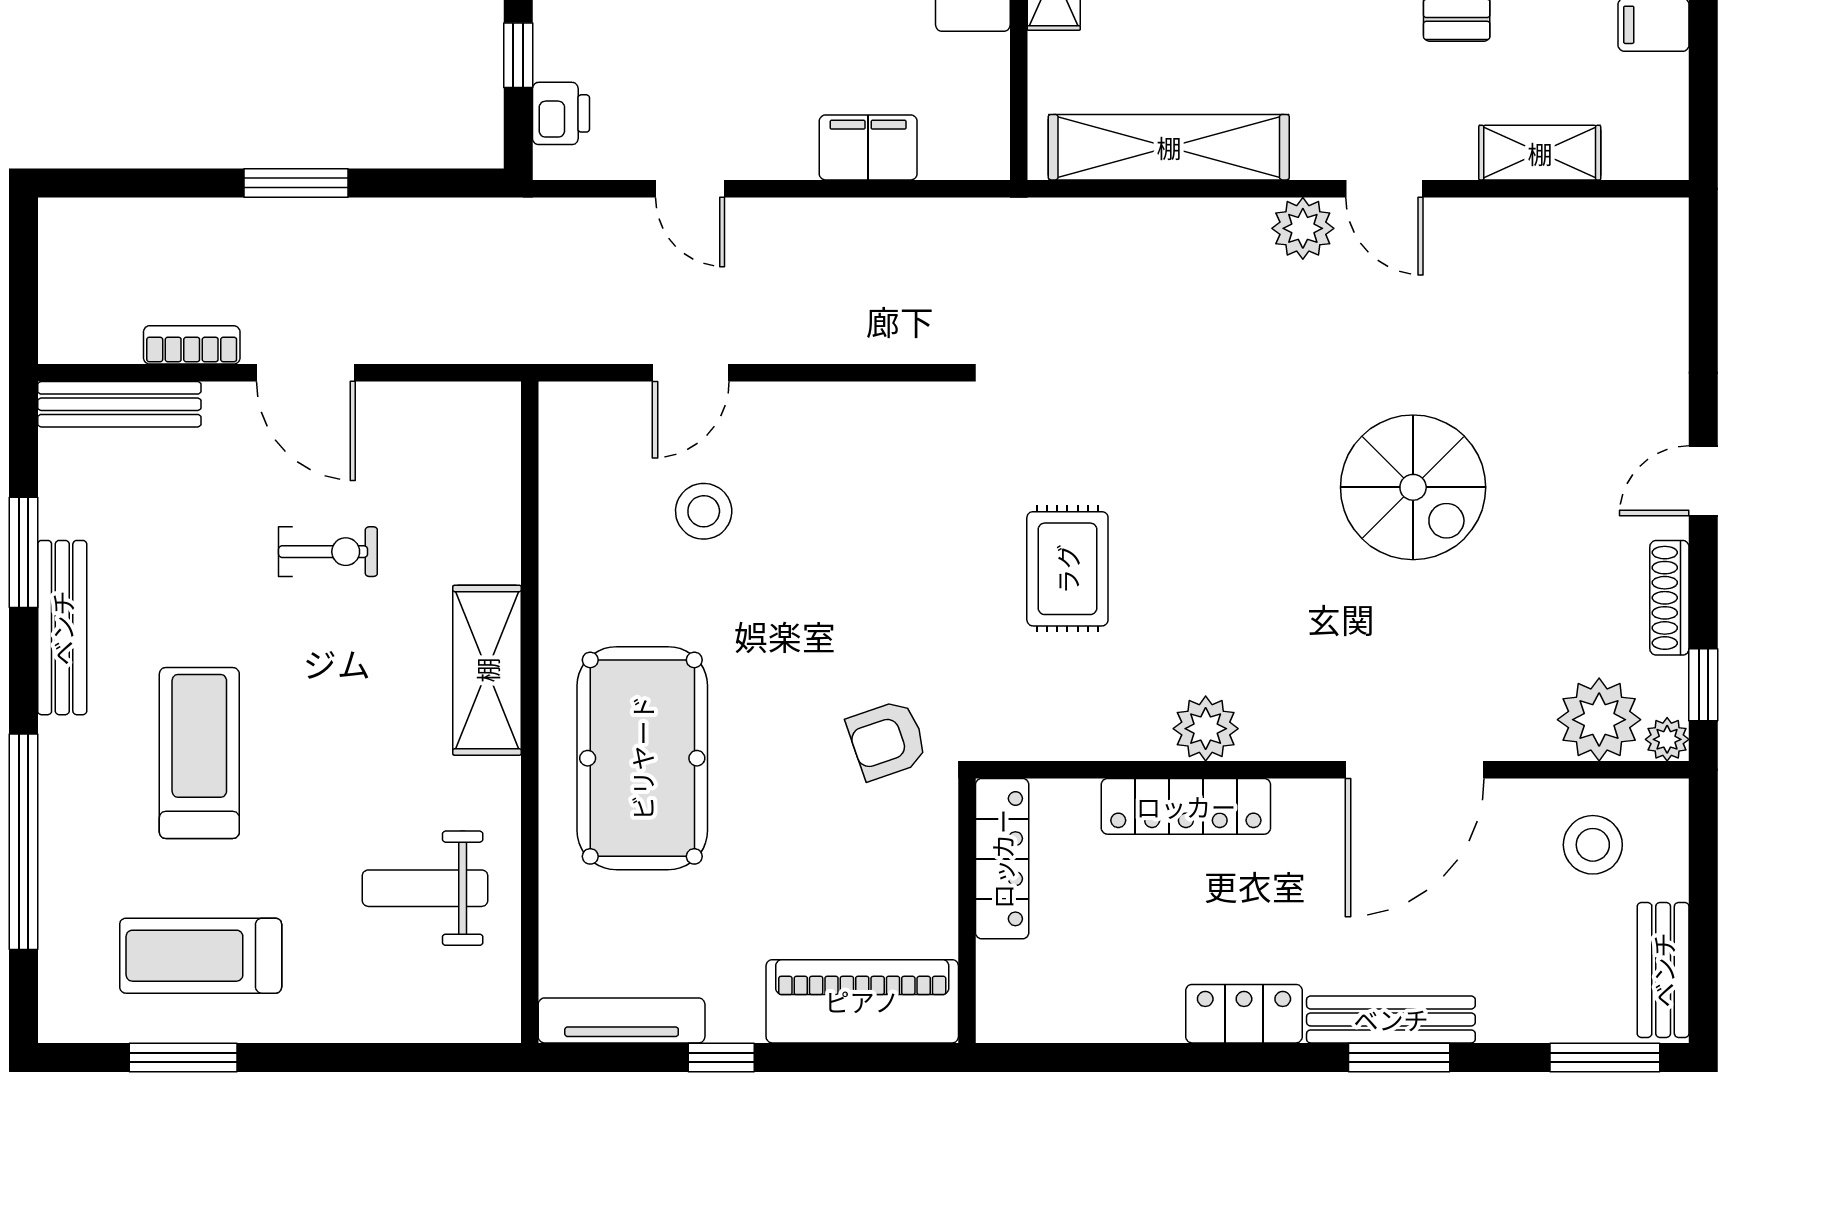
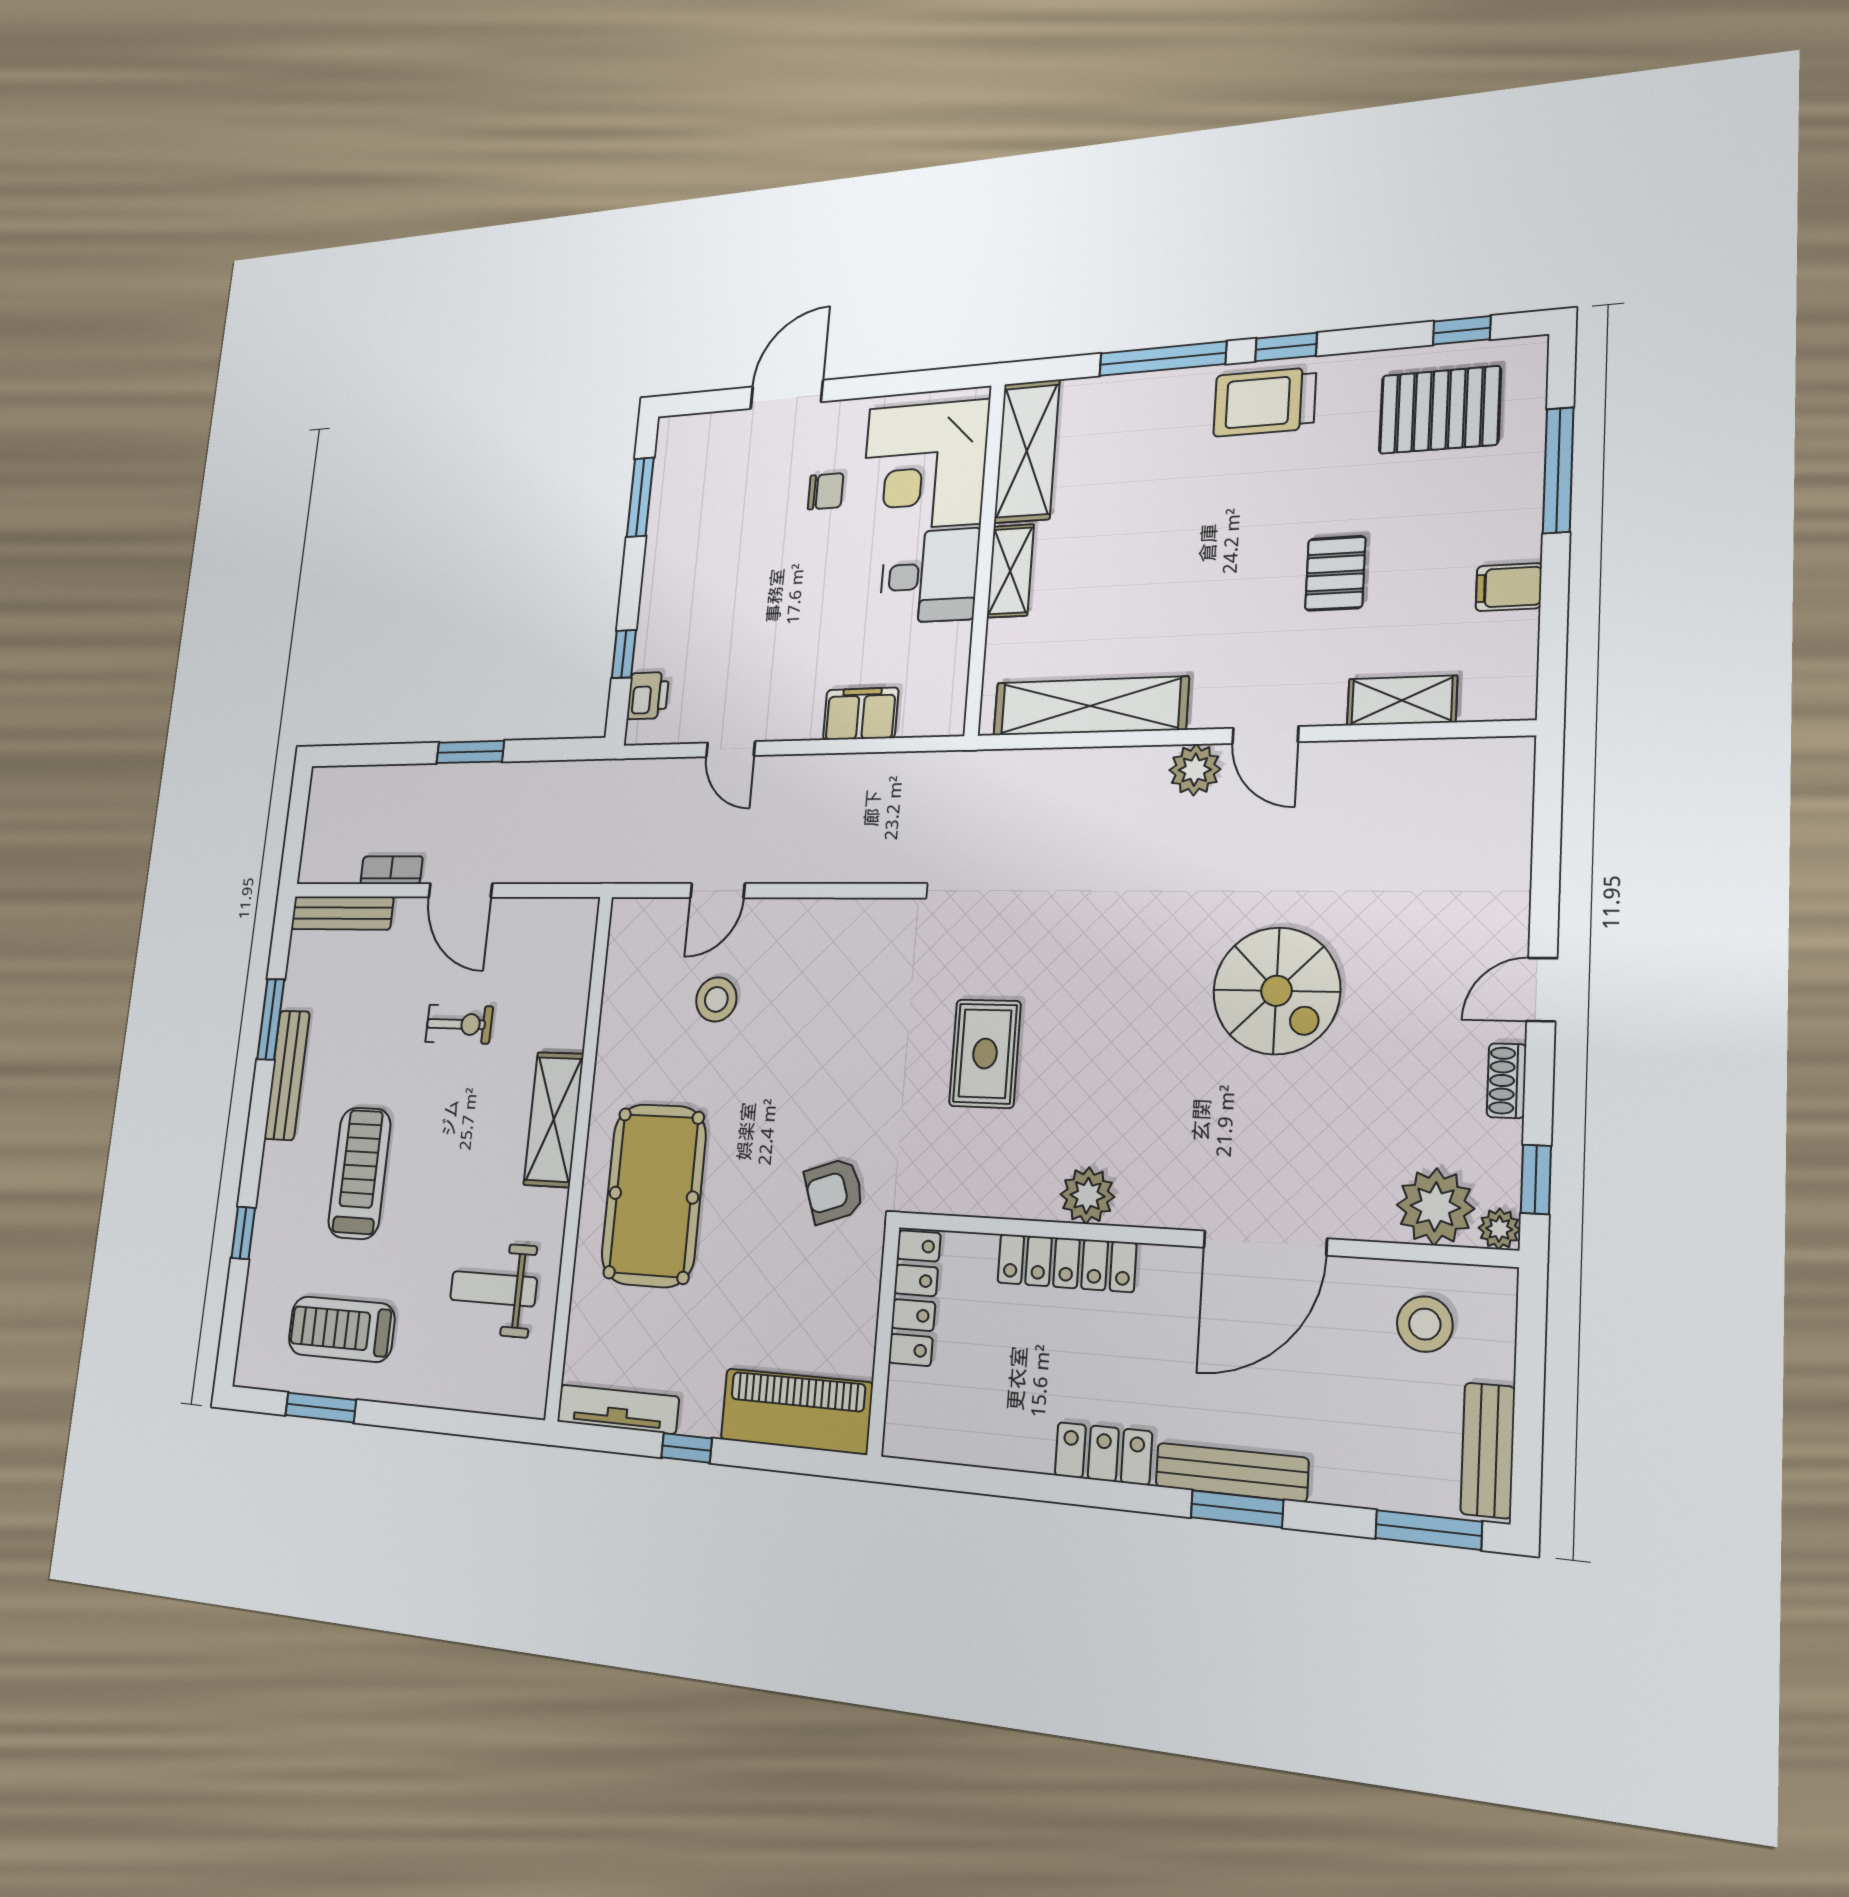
shoe rack: (1669, 598) -> (1507, 1081), width x0.70
window: (23, 842) -> (243, 1233), width x0.32

